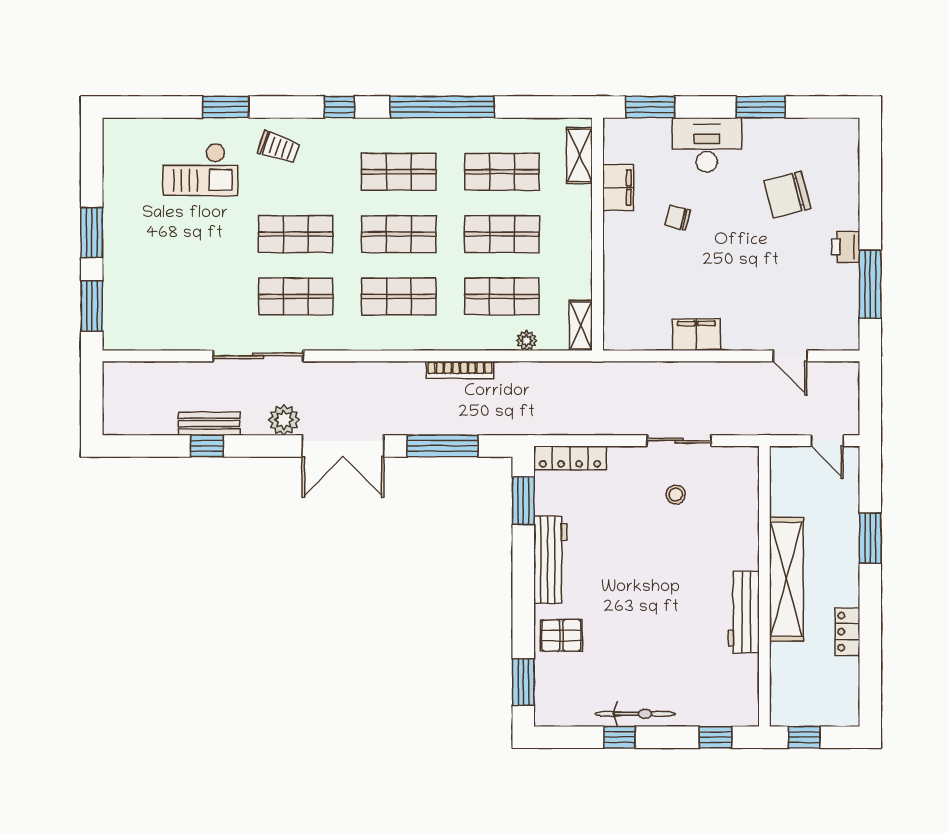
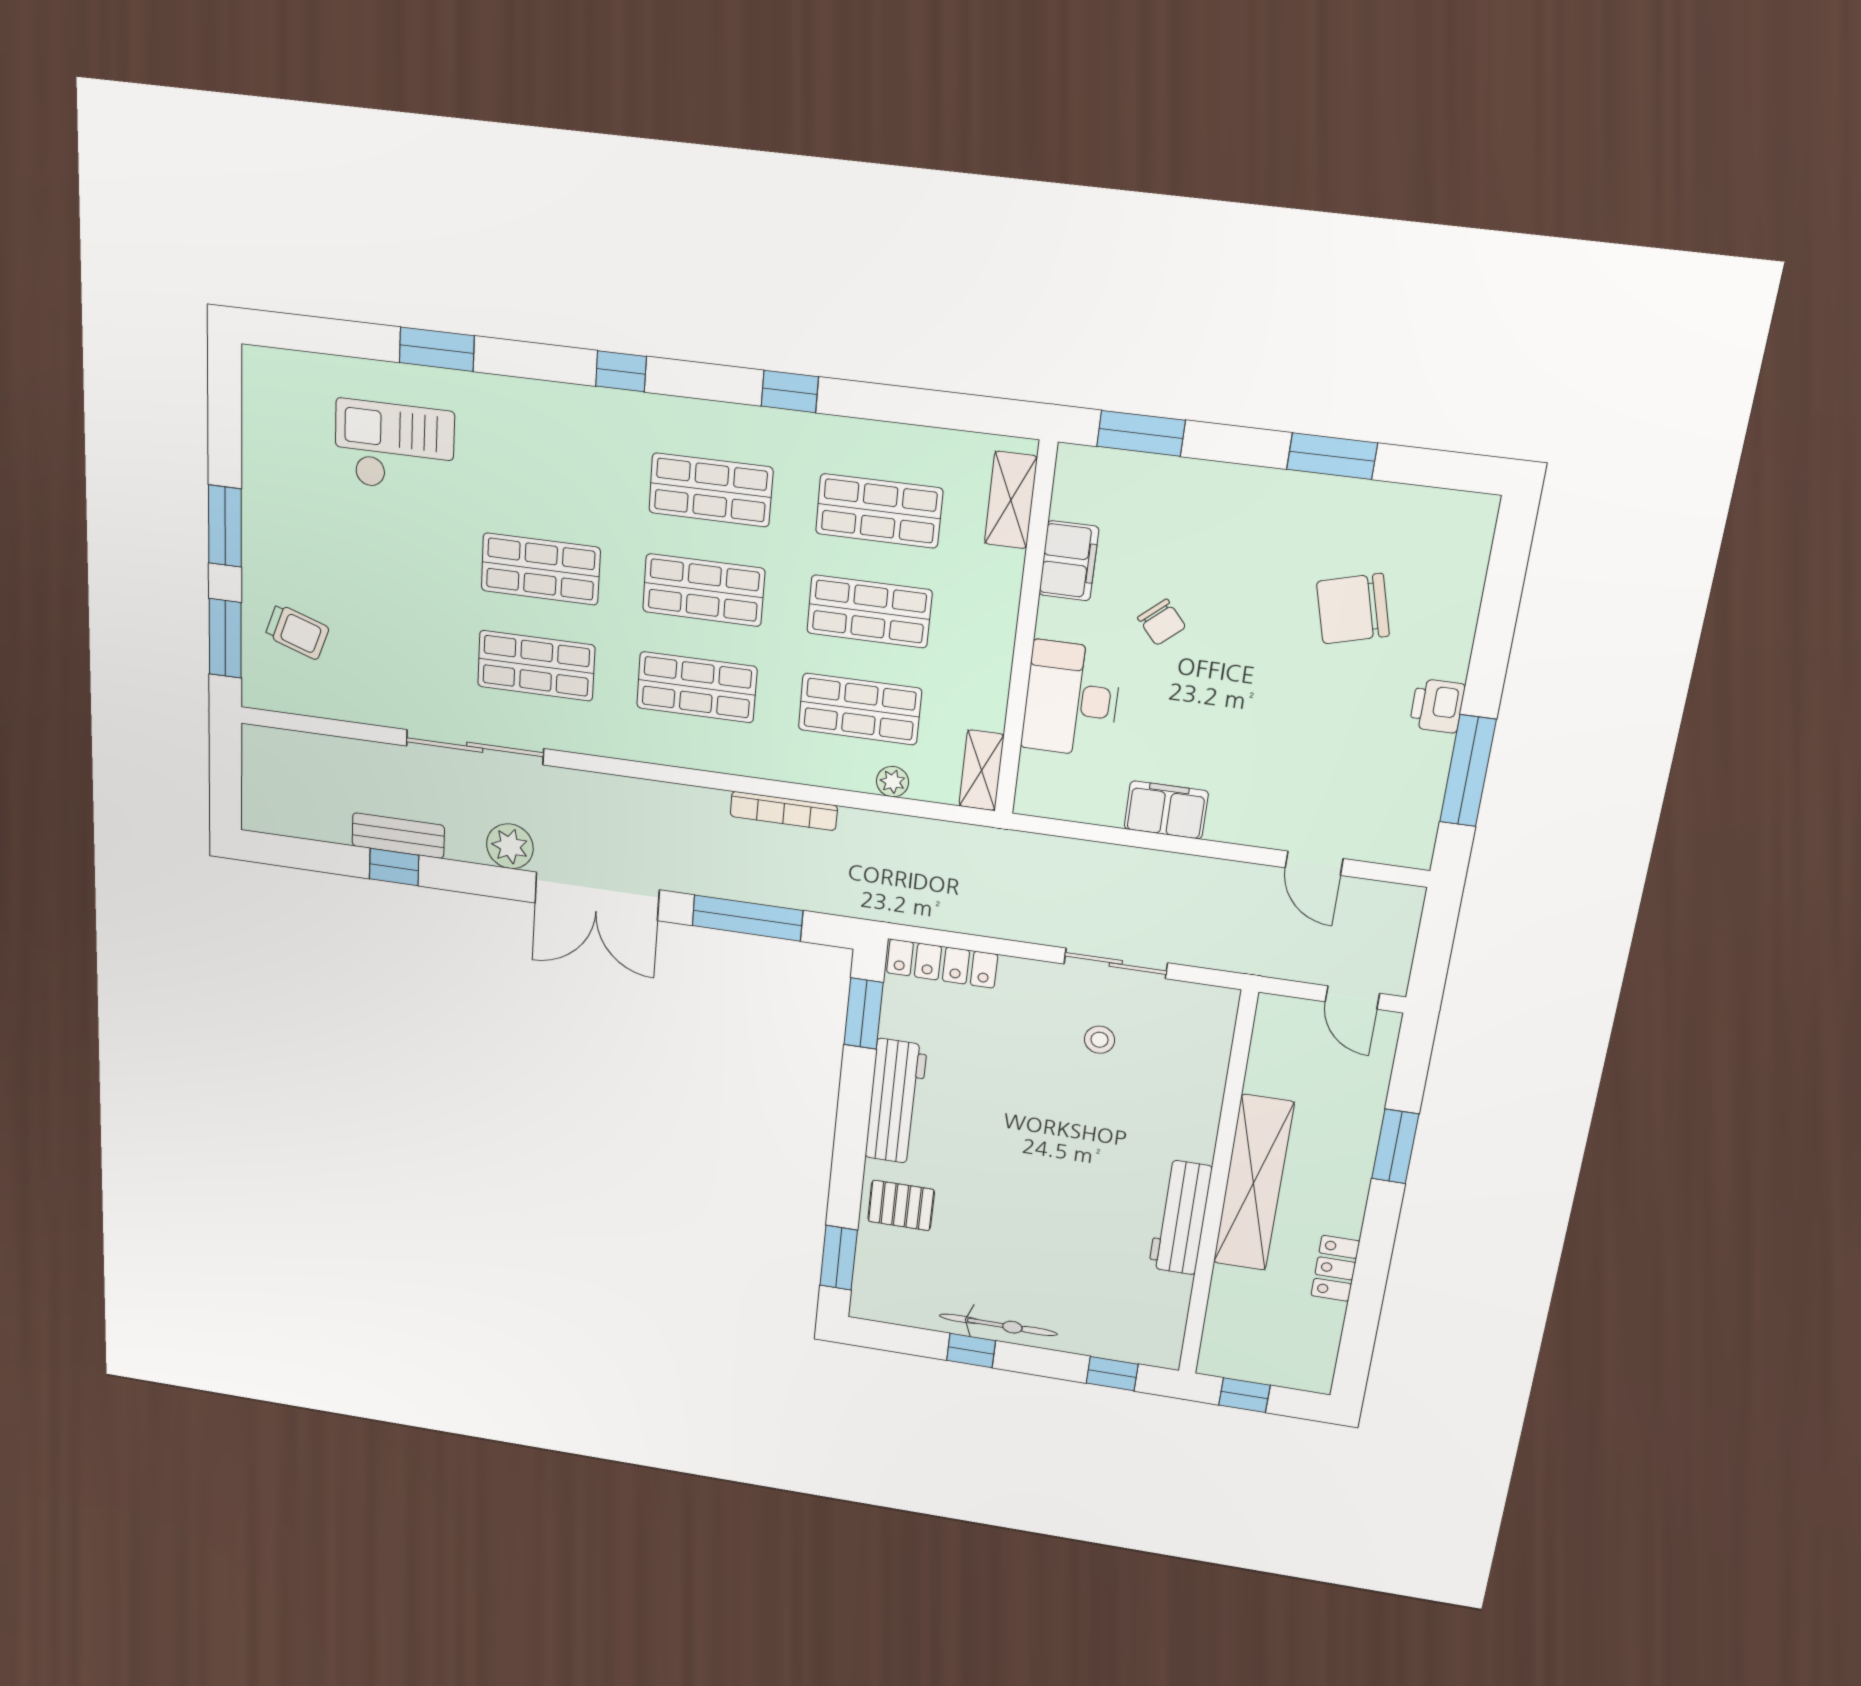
window: (442, 107) -> (790, 391), width x0.32
desk: (707, 145) -> (1071, 699), moved, turned -90
trolley: (279, 148) -> (297, 632), moved
checkout: (200, 169) -> (394, 447), turned 180
chair: (678, 218) -> (1162, 622), turned -145

